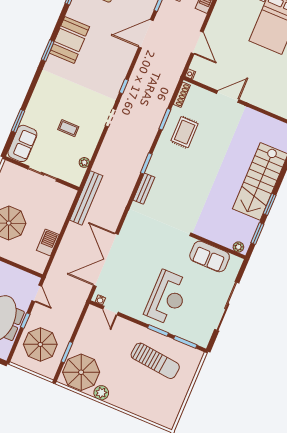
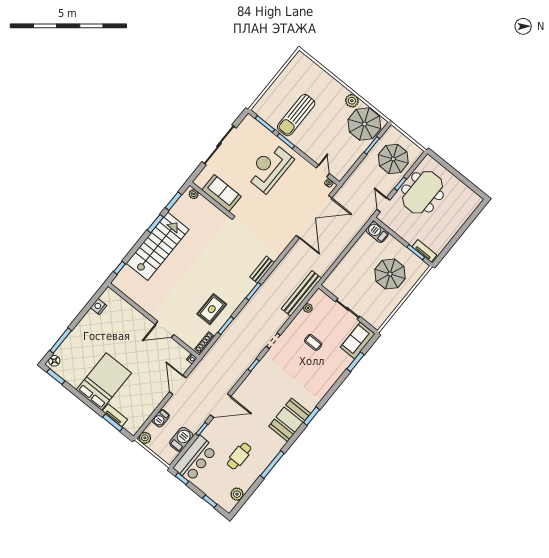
bench: (86, 198) -> (301, 293), moved
barbecue: (48, 243) -> (377, 232), moved, turned 90
sun lounger: (155, 361) -> (296, 115), turned -96

